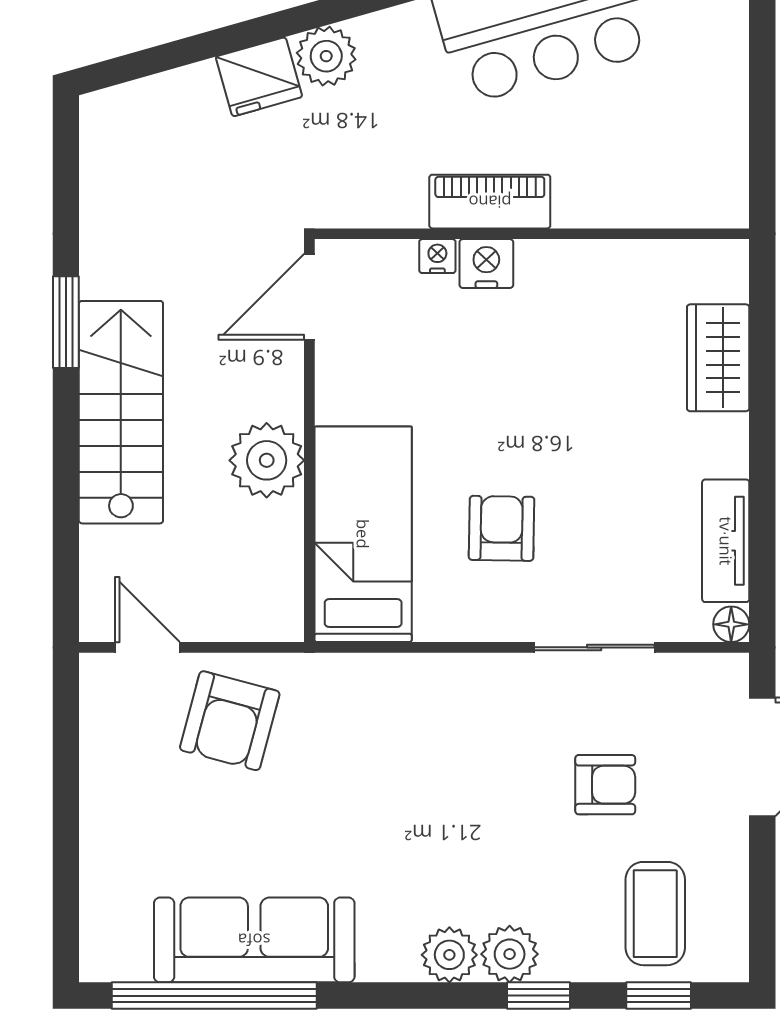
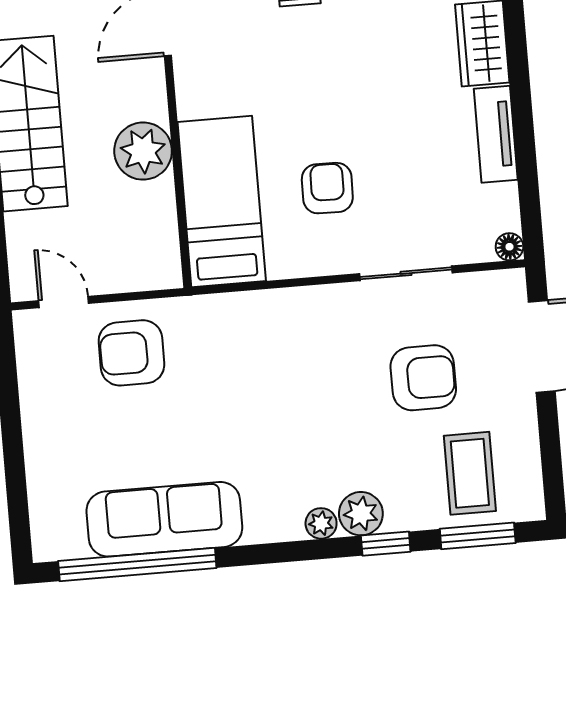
tv unit: (726, 541) -> (496, 134), moved
armchair: (230, 721) -> (131, 353), turned 75
armchair: (605, 785) -> (423, 378), width x1.38, depth x1.38
plant: (449, 955) -> (321, 523), width x0.73, depth x0.73
window: (659, 996) -> (478, 536), width x1.50

